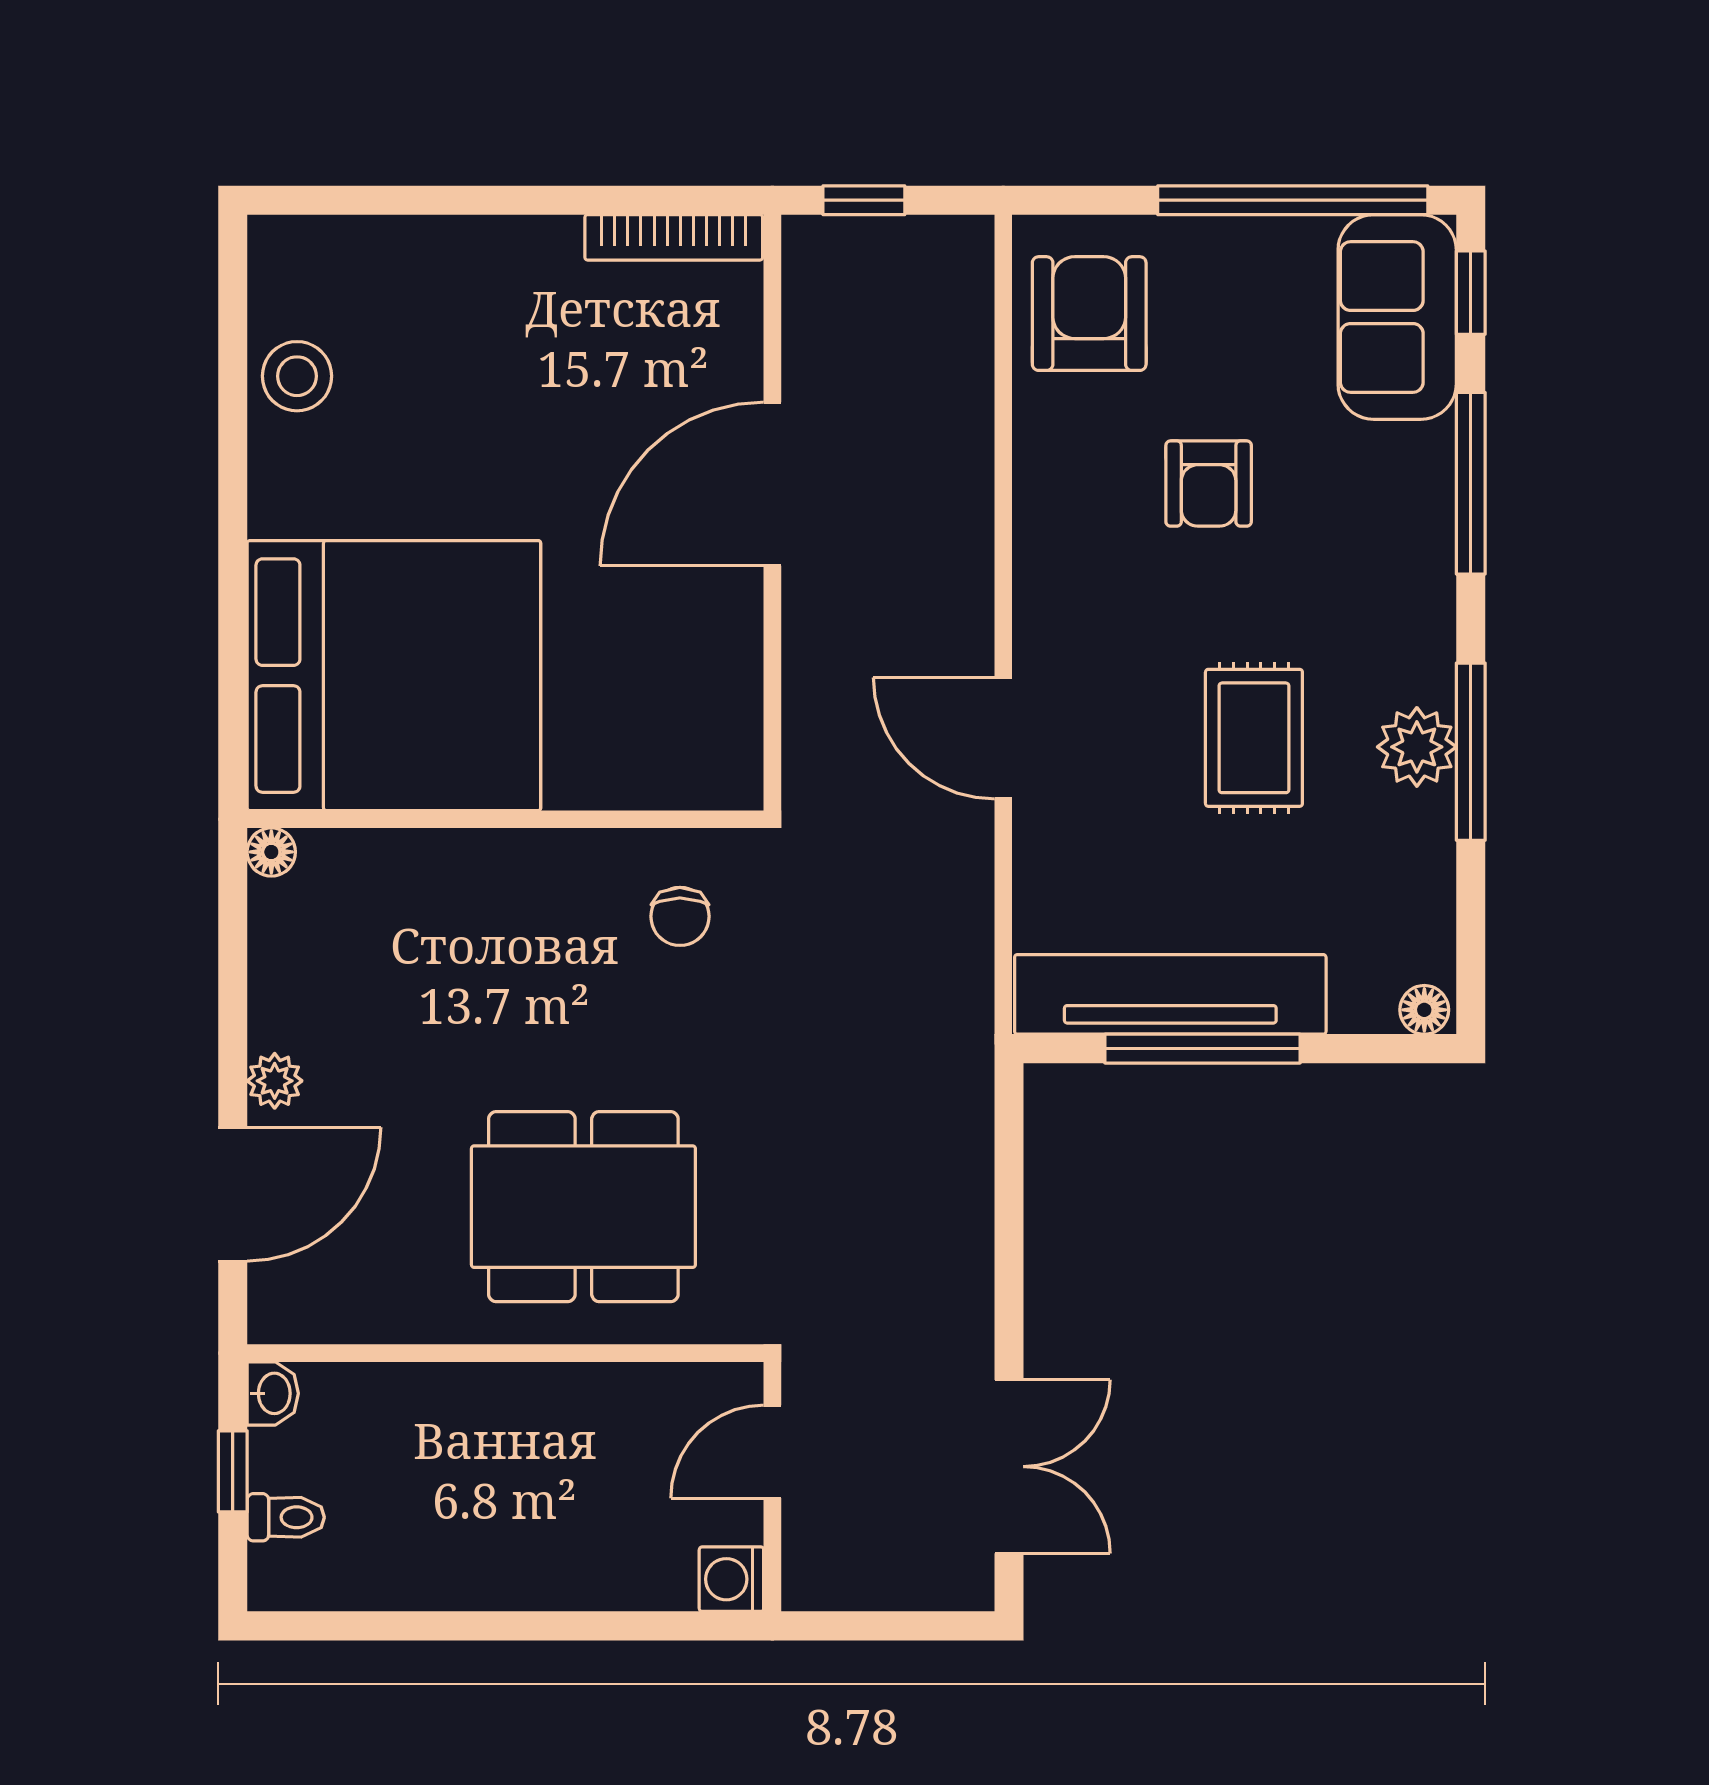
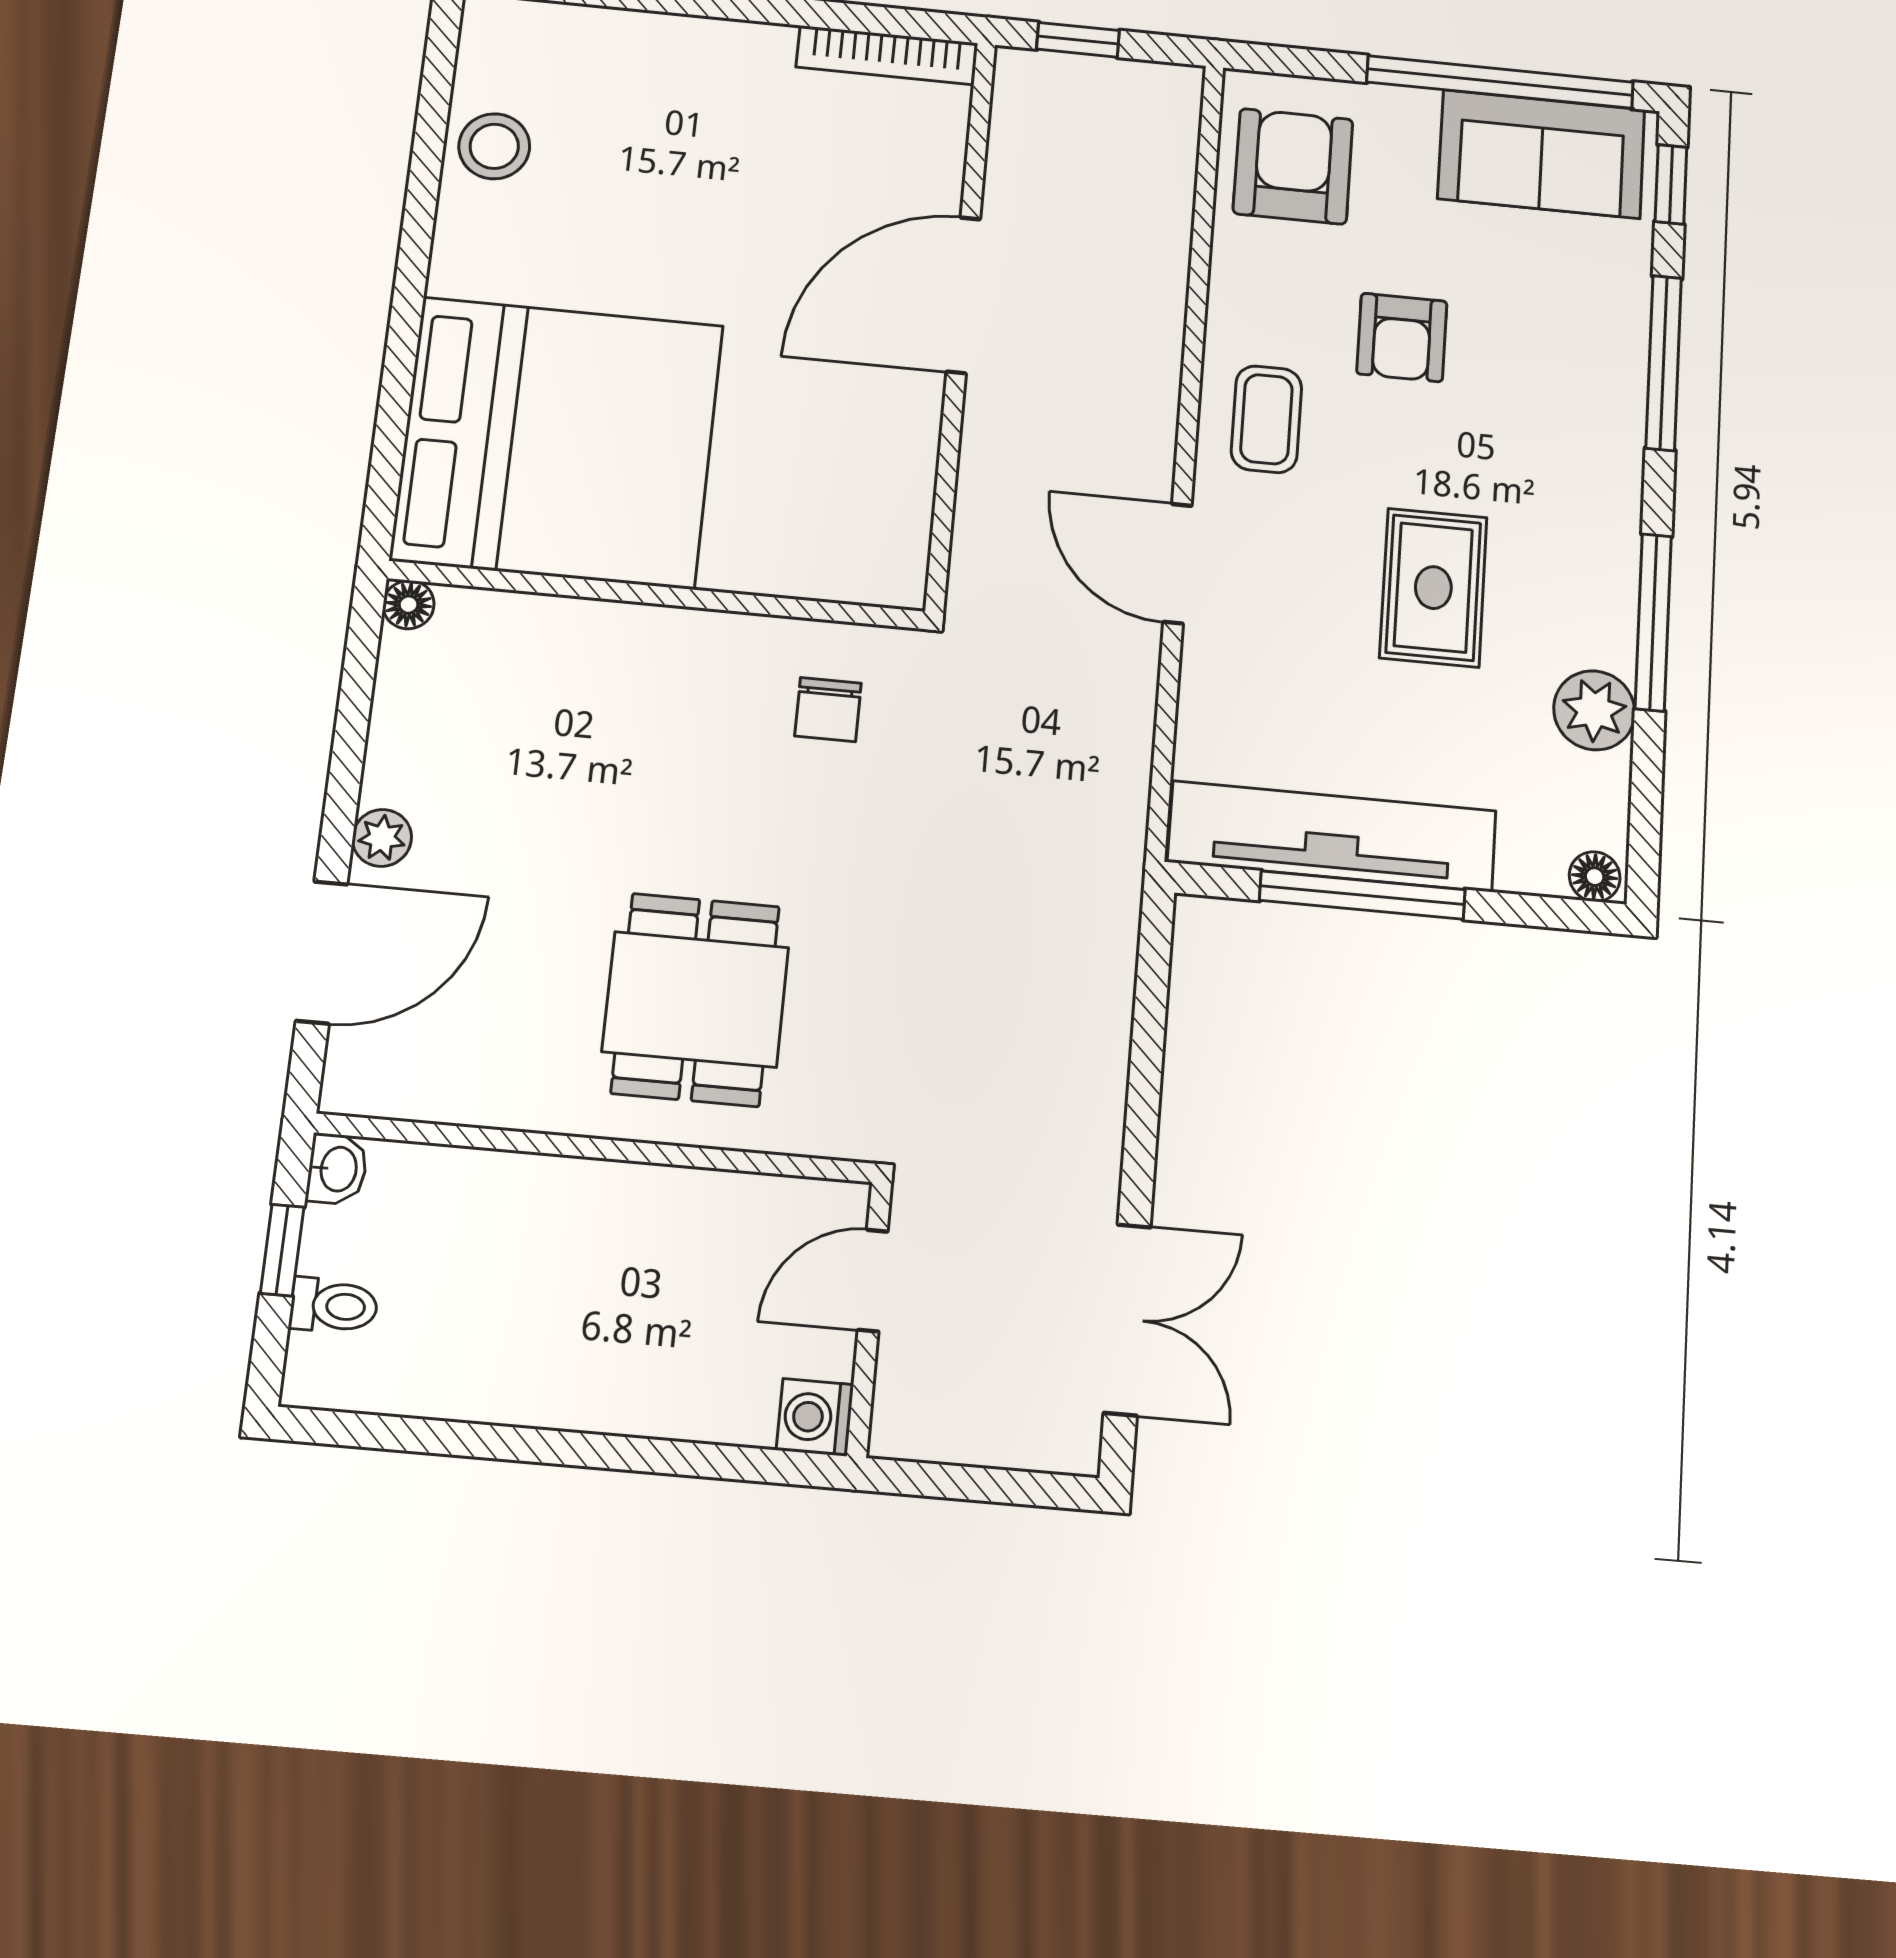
sofa: (1397, 317) -> (1541, 154), moved, turned -90
coffee table: (1080, 582) -> (1266, 419), added
plant: (1417, 747) -> (1594, 710), moved
dining table: (583, 1207) -> (695, 999), width x0.73

